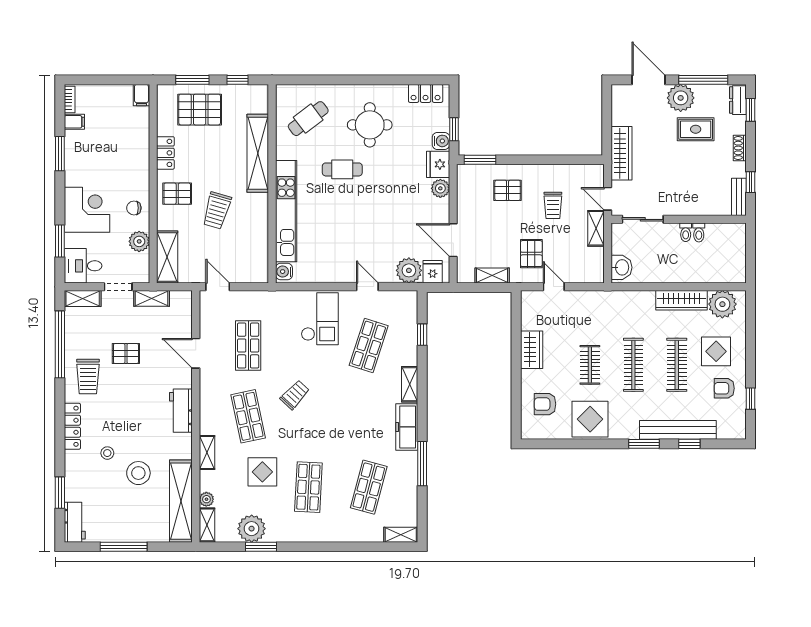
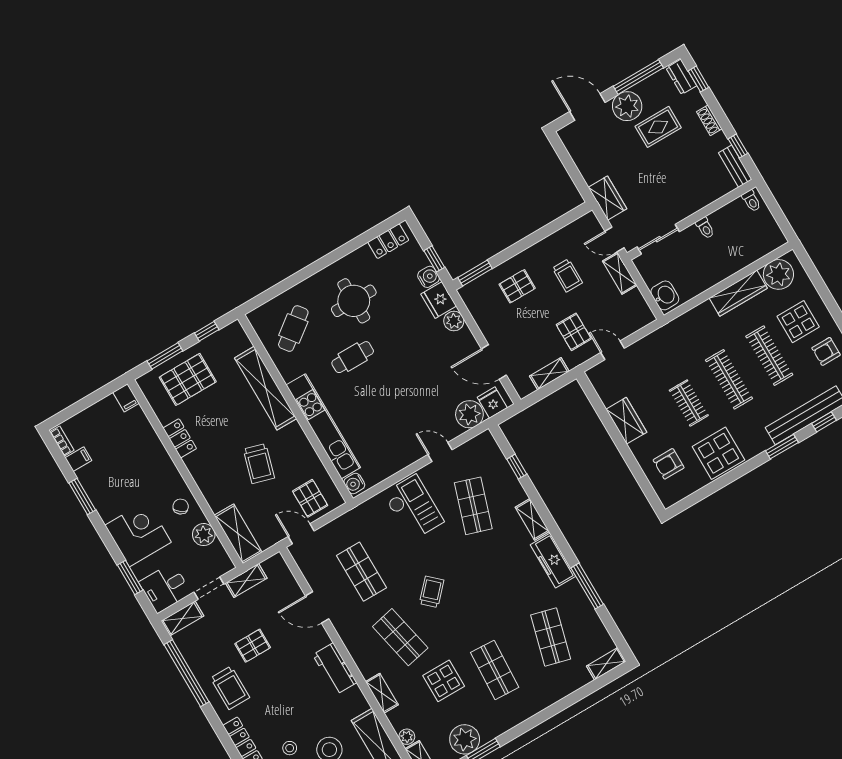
wardrobe: (622, 153) -> (607, 198), width x0.67
pallet: (177, 194) -> (310, 498), moved, turned 90
chair: (134, 208) -> (181, 507), turned 127
toilet: (699, 232) -> (751, 201), moved

